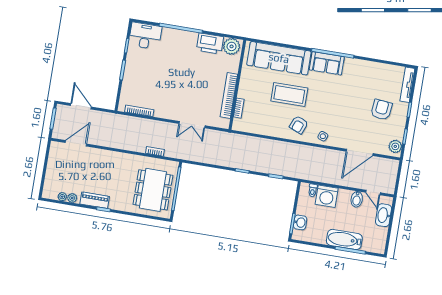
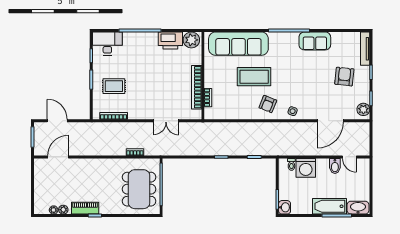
sofa: (327, 63) -> (315, 41), moved
rug: (145, 80) -> (114, 86), added
washbasin: (384, 215) -> (358, 208), moved, turned 90
washbasin: (300, 222) -> (285, 207), moved

